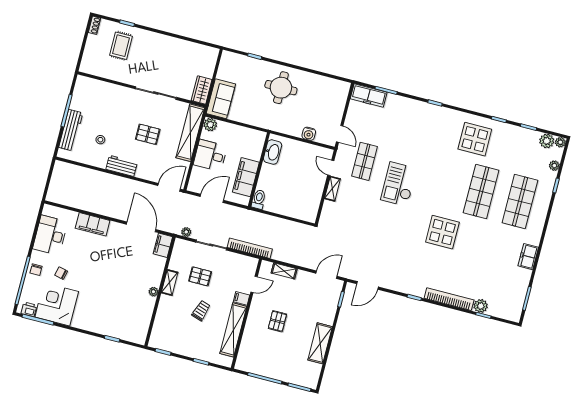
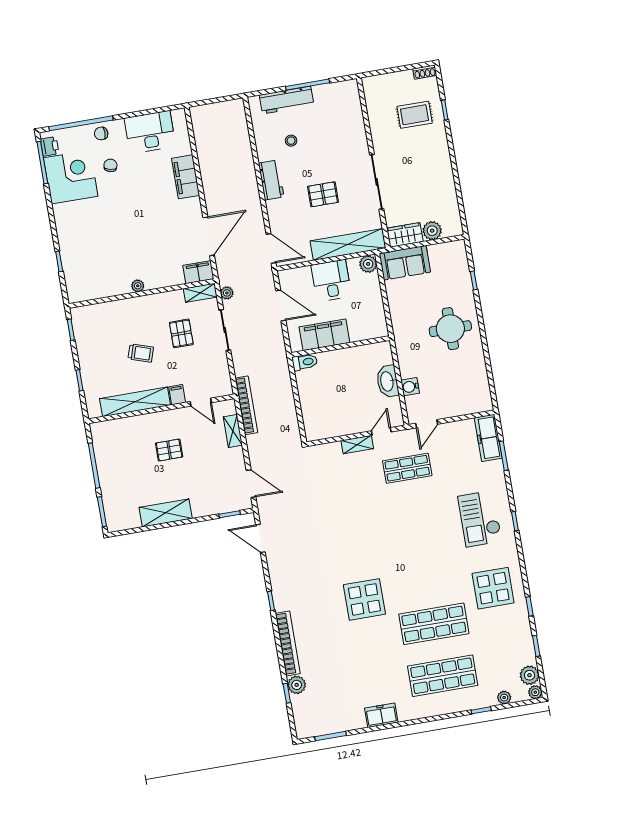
plant: (207, 70) -> (432, 231), added
pallet: (148, 134) -> (323, 194), turned 90
washbasin: (273, 152) -> (387, 381), moved, turned 90
checkout: (399, 184) -> (480, 519), moved, turned -90
bookcase: (250, 248) -> (246, 405), moved
shelving: (170, 282) -> (200, 293), moved

